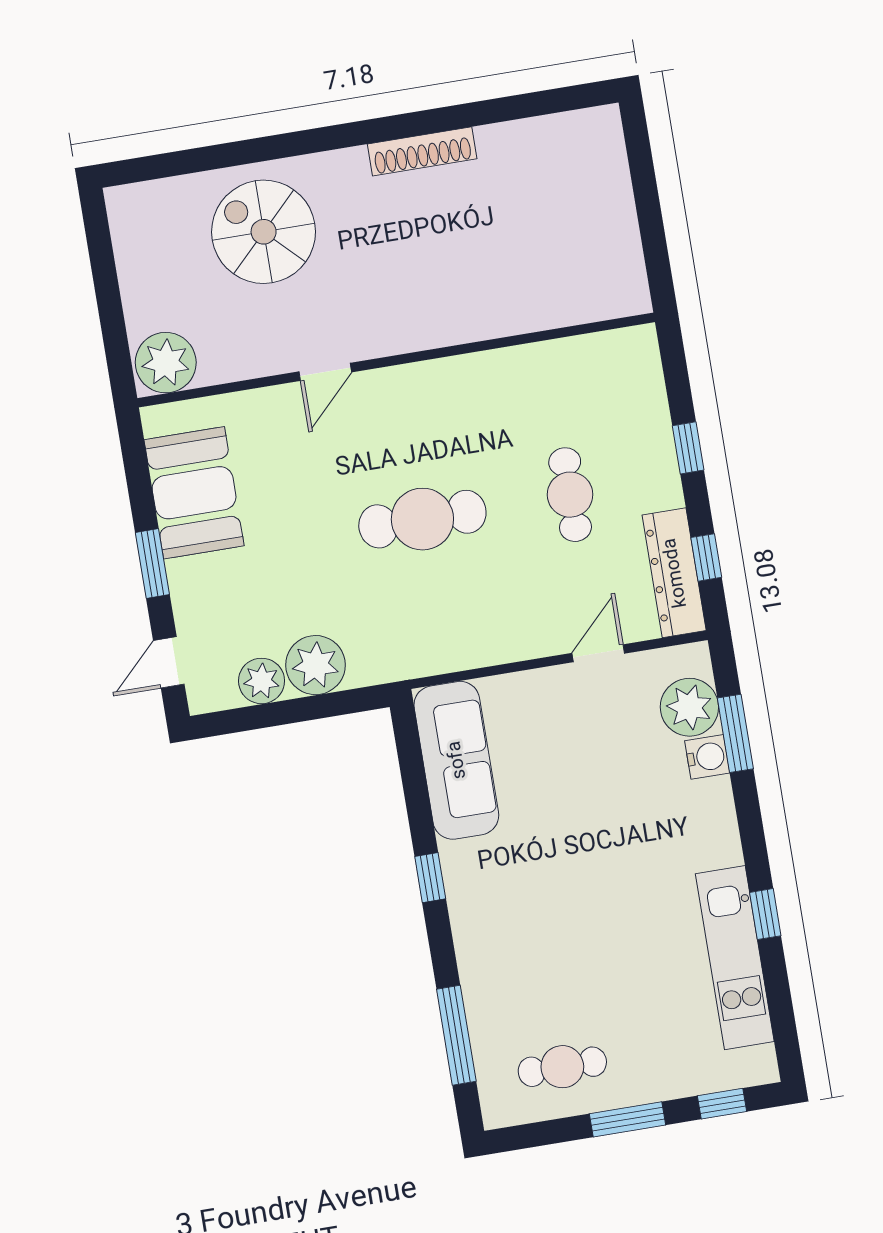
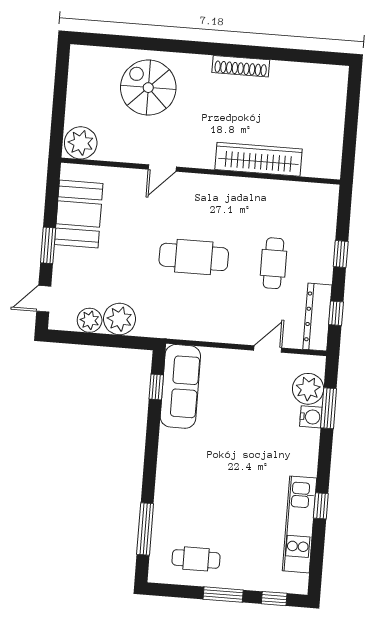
wardrobe: (496, 313) -> (259, 159), added
window: (430, 878) -> (156, 387), moved

